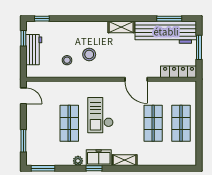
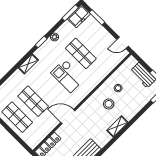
shelving: (121, 27) -> (117, 126), moved
checkout: (101, 115) -> (68, 76), turned 180
freezer: (99, 158) -> (79, 16), moved

